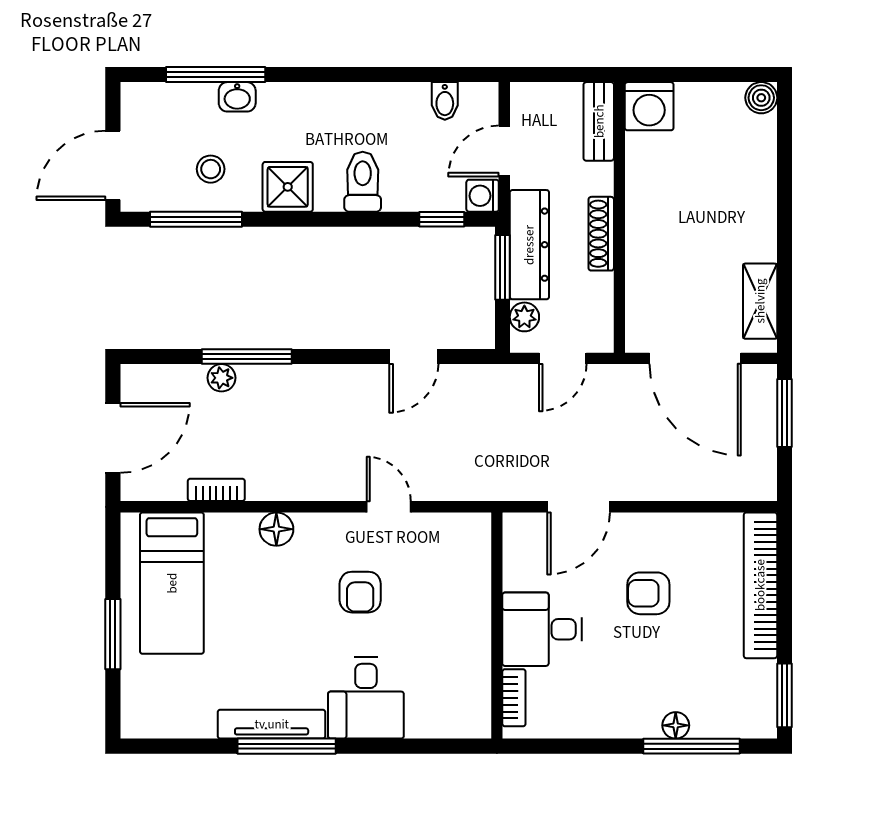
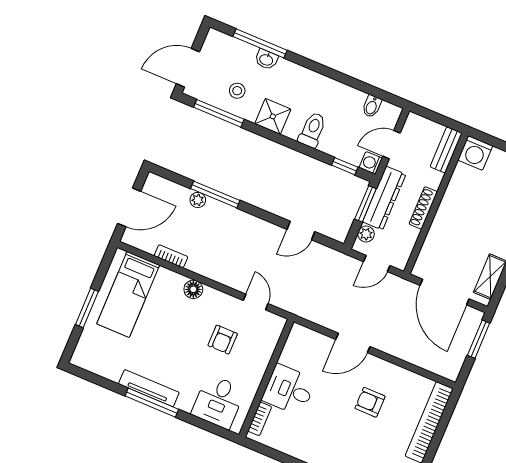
wall: (497, 626) -> (266, 378), moved
desk: (542, 629) -> (289, 390), moved
desk: (366, 698) -> (218, 402), moved
bookcase: (514, 698) -> (260, 419), moved

